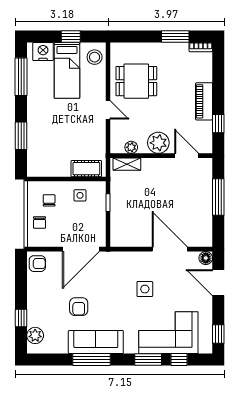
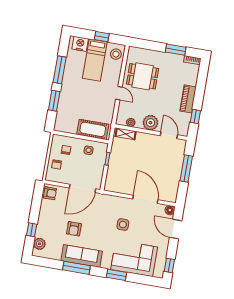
window: (21, 77) -> (60, 70), moved
cot: (86, 169) -> (93, 129), width x1.37, depth x1.34
window: (179, 359) -> (138, 279), removed

